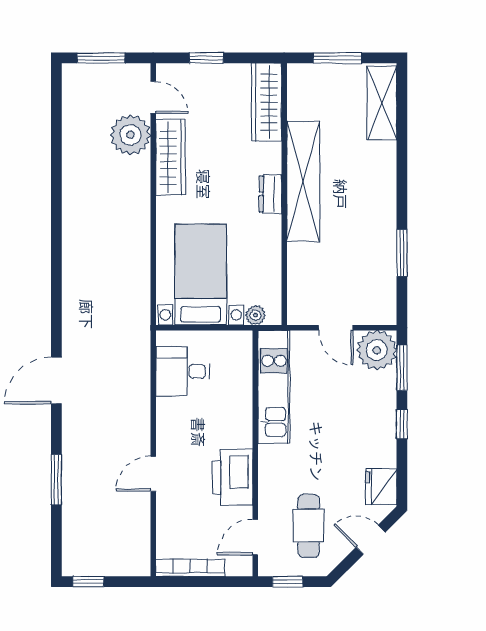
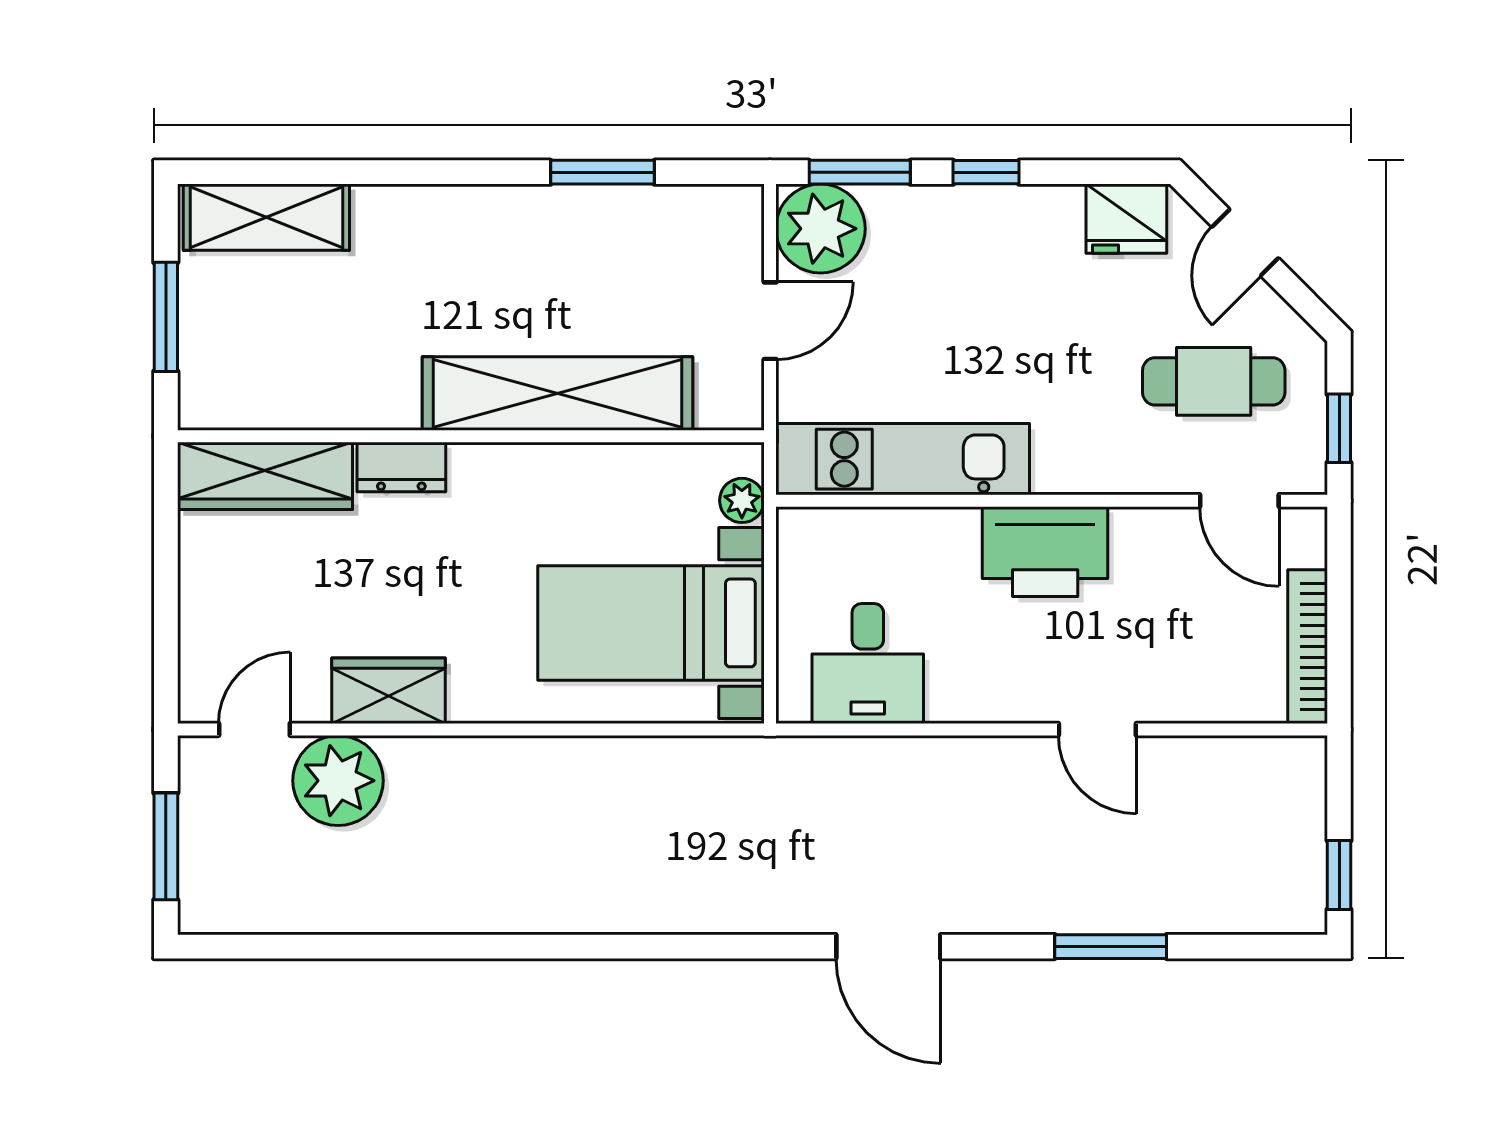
window: (206, 58) -> (166, 610), removed
wardrobe: (170, 157) -> (389, 691), width x0.67
shelving: (303, 181) -> (558, 393), moved
dresser: (270, 194) -> (401, 467), moved
printer: (233, 477) -> (1045, 552), moved

